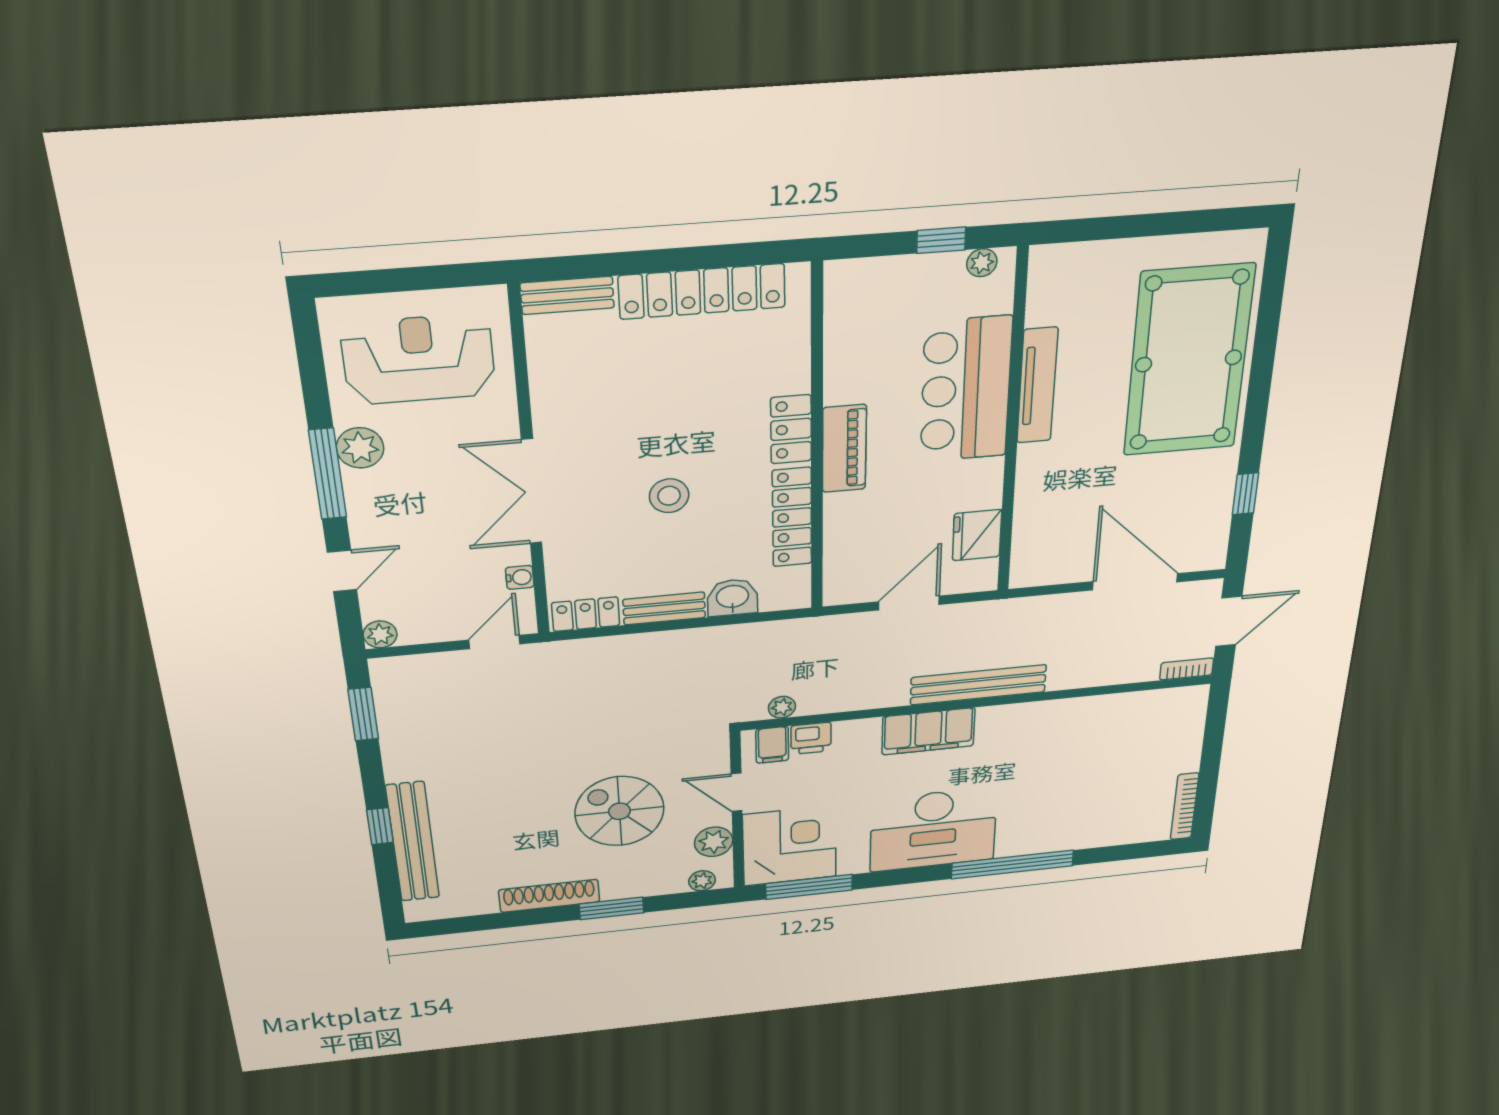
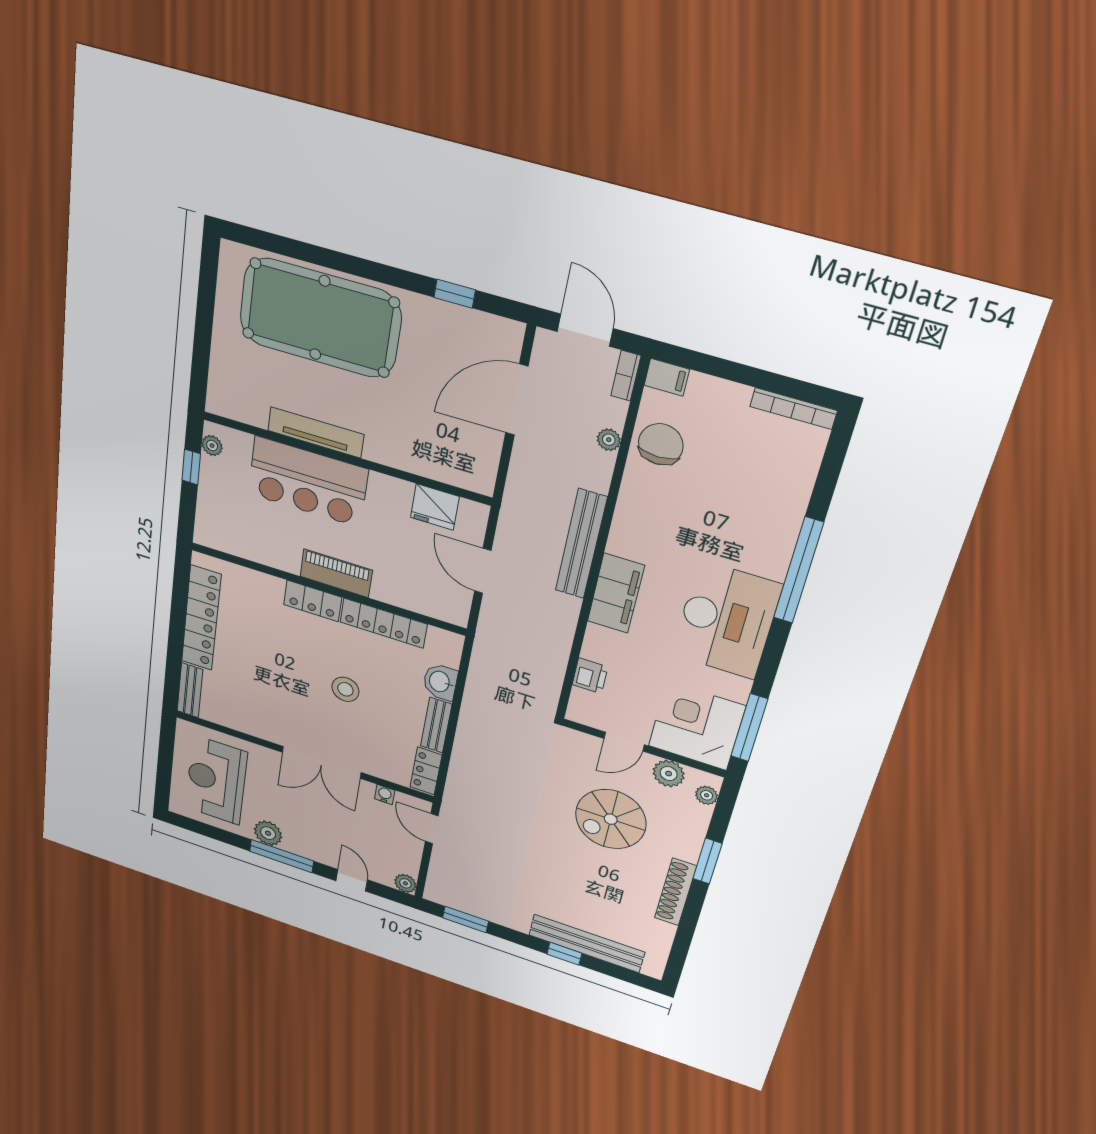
plant: (782, 707) -> (609, 440), moved
chair: (1118, 719) -> (661, 444), added
filing cabinet: (772, 745) -> (667, 377), moved

